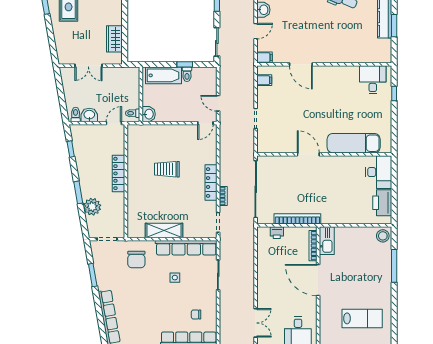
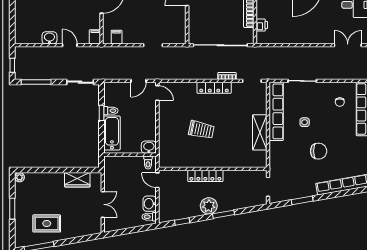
trolley: (167, 169) -> (201, 130), turned -78
plant: (92, 207) -> (209, 206), moved
chair: (136, 259) -> (319, 151), moved

